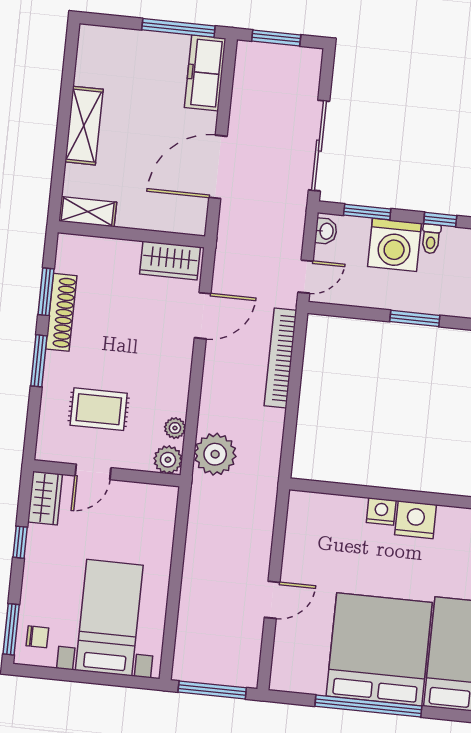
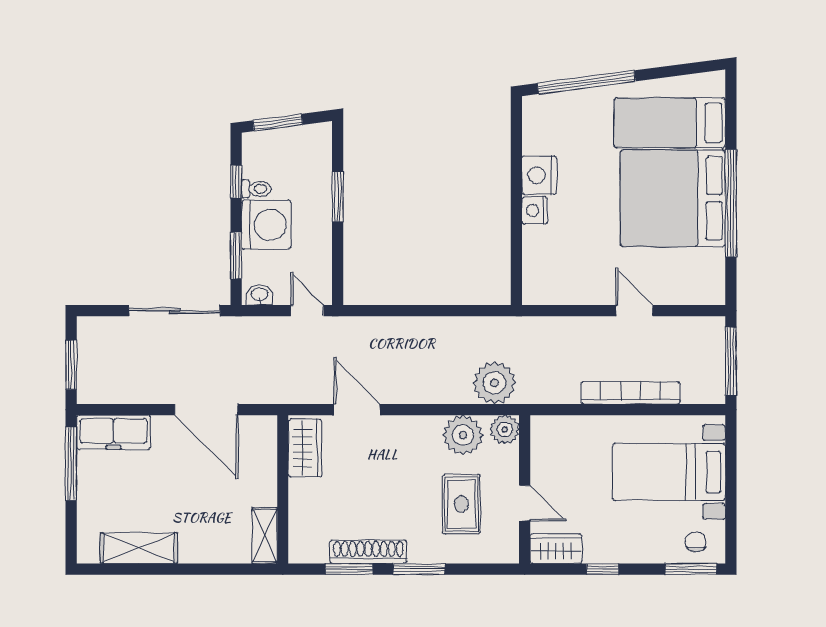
shelving: (84, 126) -> (139, 548), moved
bookcase: (280, 358) -> (631, 393), moved, turned 180
plant: (175, 428) -> (463, 435), width x1.88, depth x1.88

